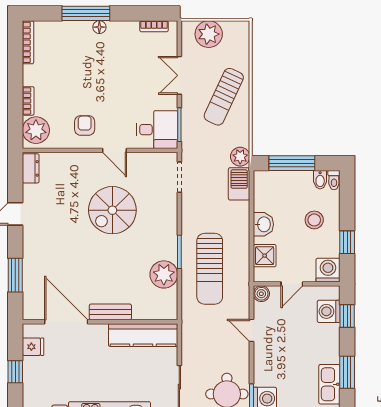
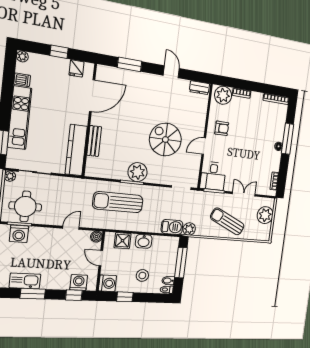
plant: (164, 274) -> (138, 172), moved
bench: (110, 312) -> (94, 141), moved

